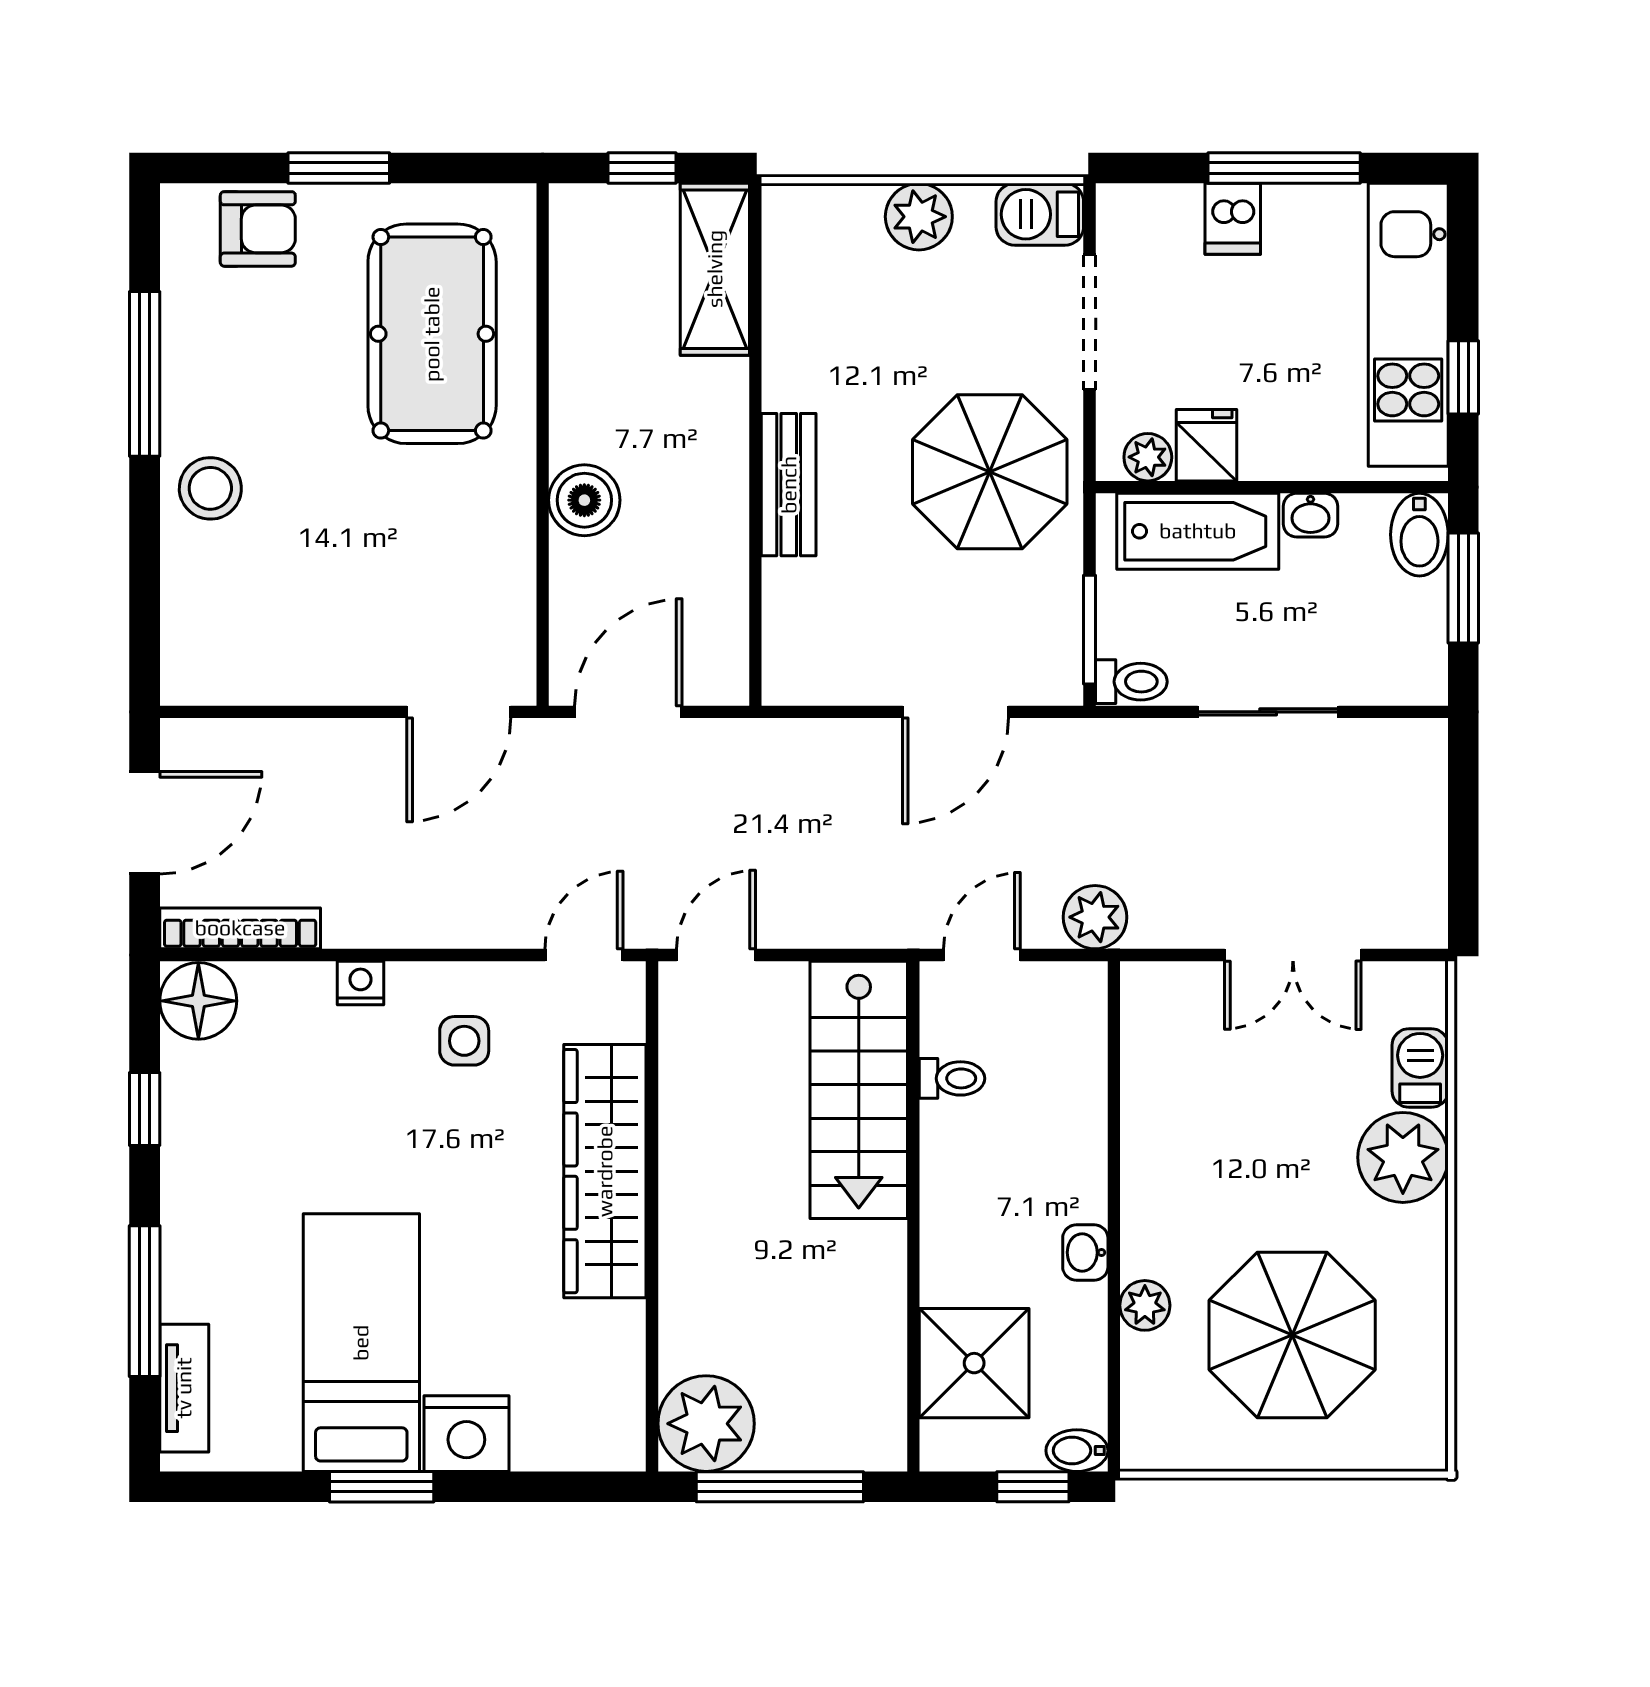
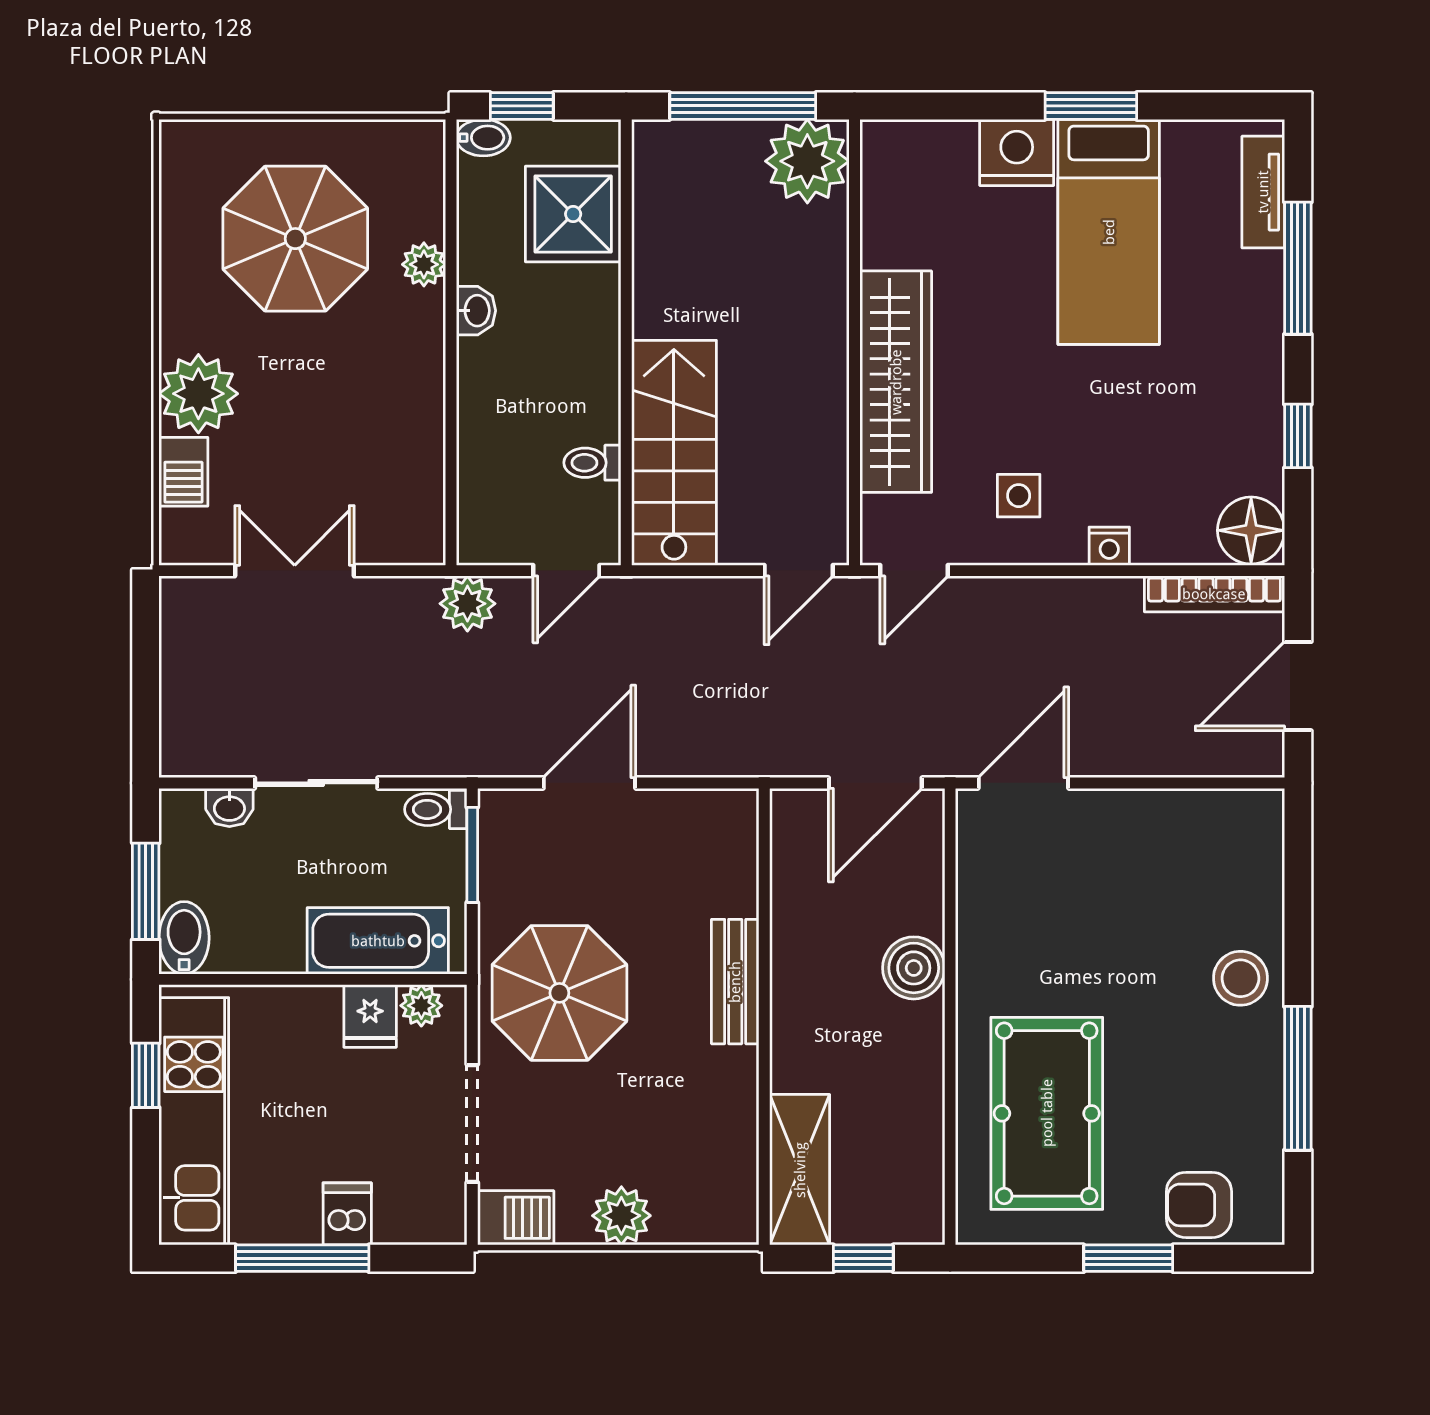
washbasin: (1311, 515) -> (229, 807), moved, turned 180

